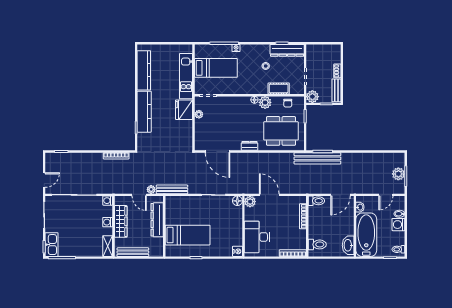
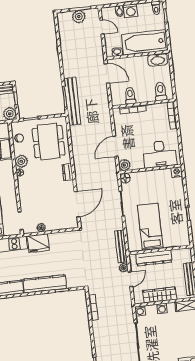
toilet: (316, 201) -> (130, 96), moved
bed: (188, 235) -> (150, 227), moved

